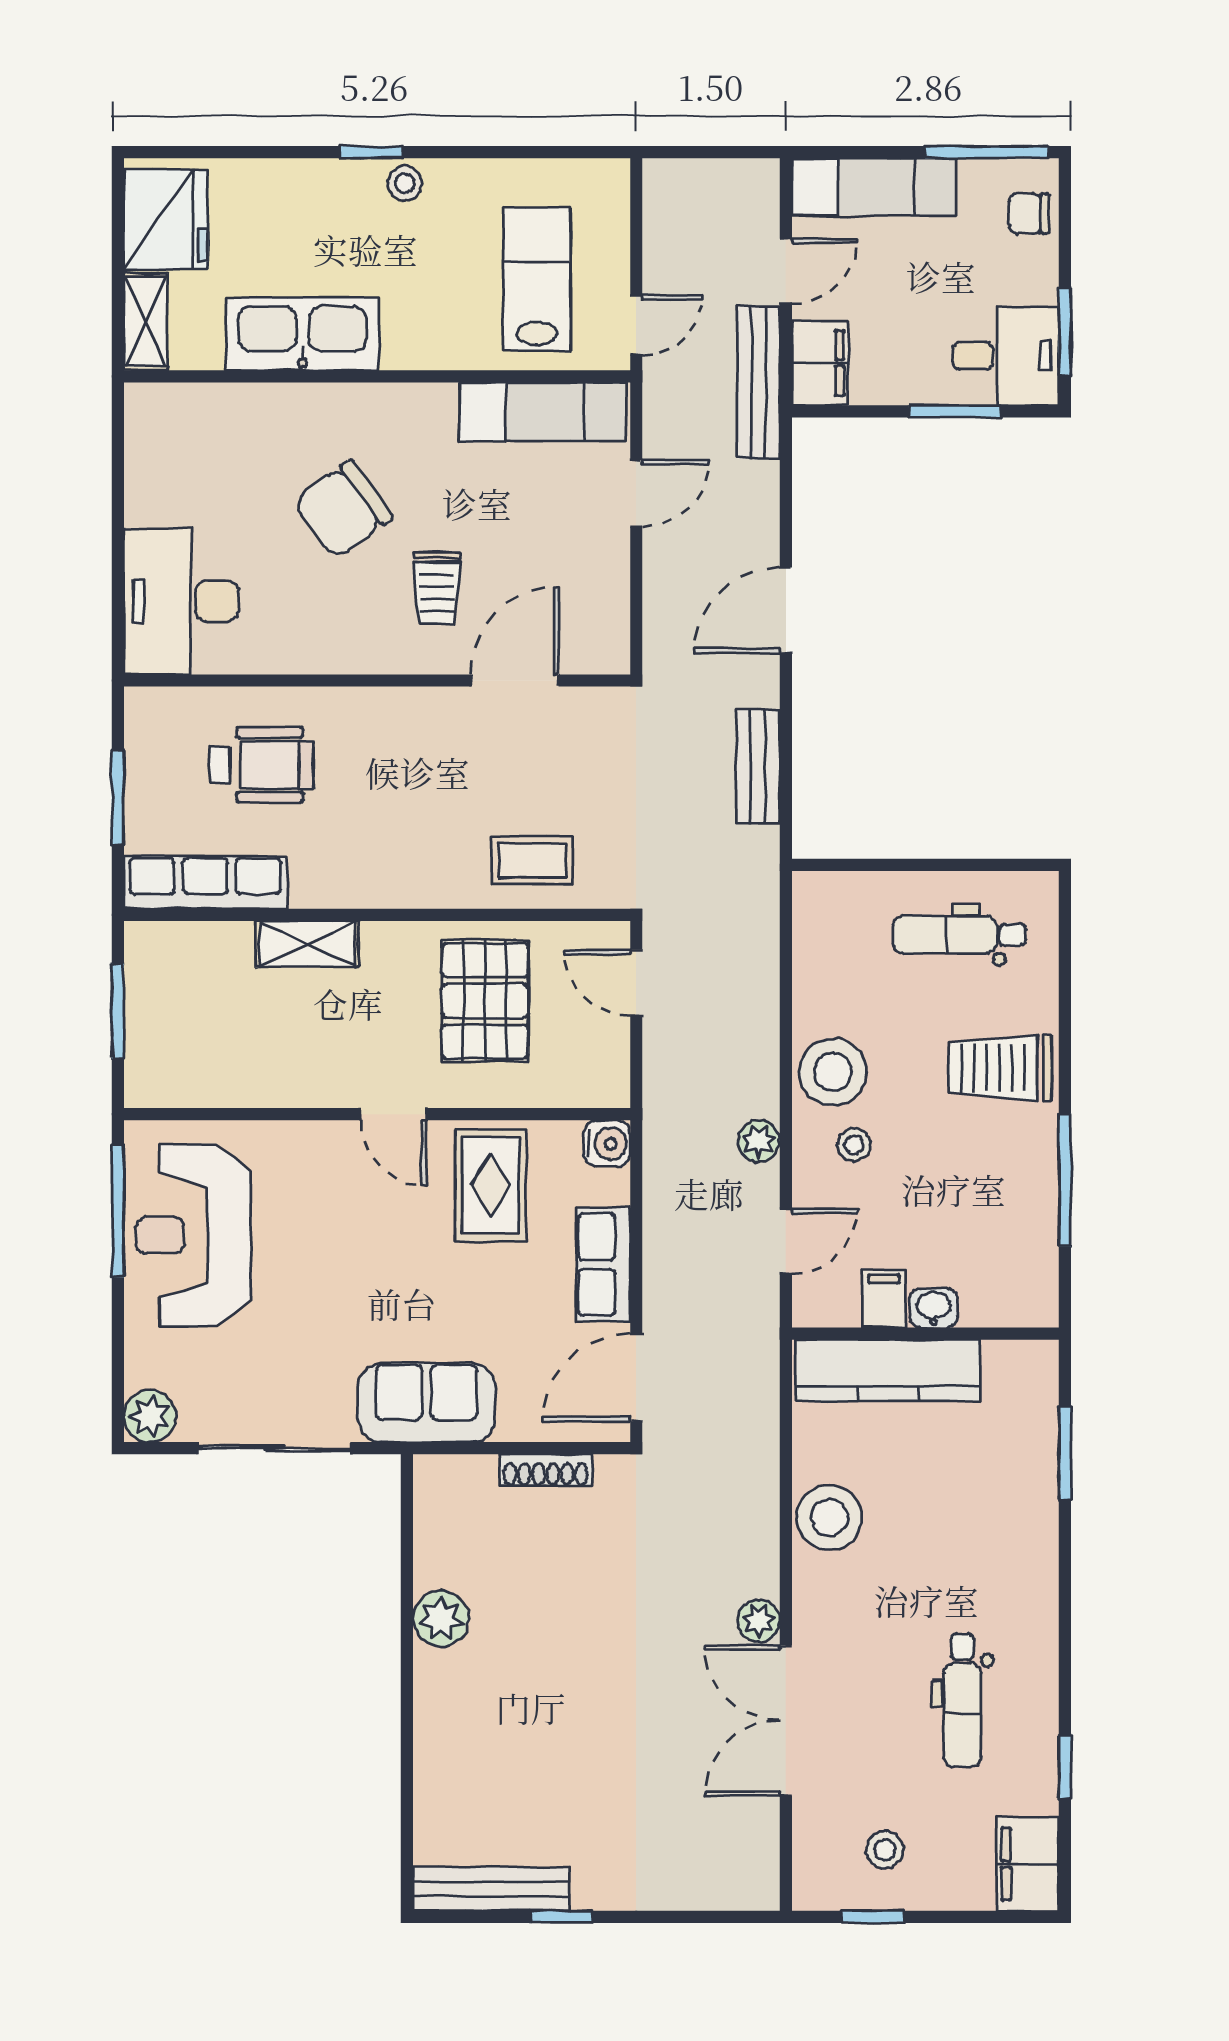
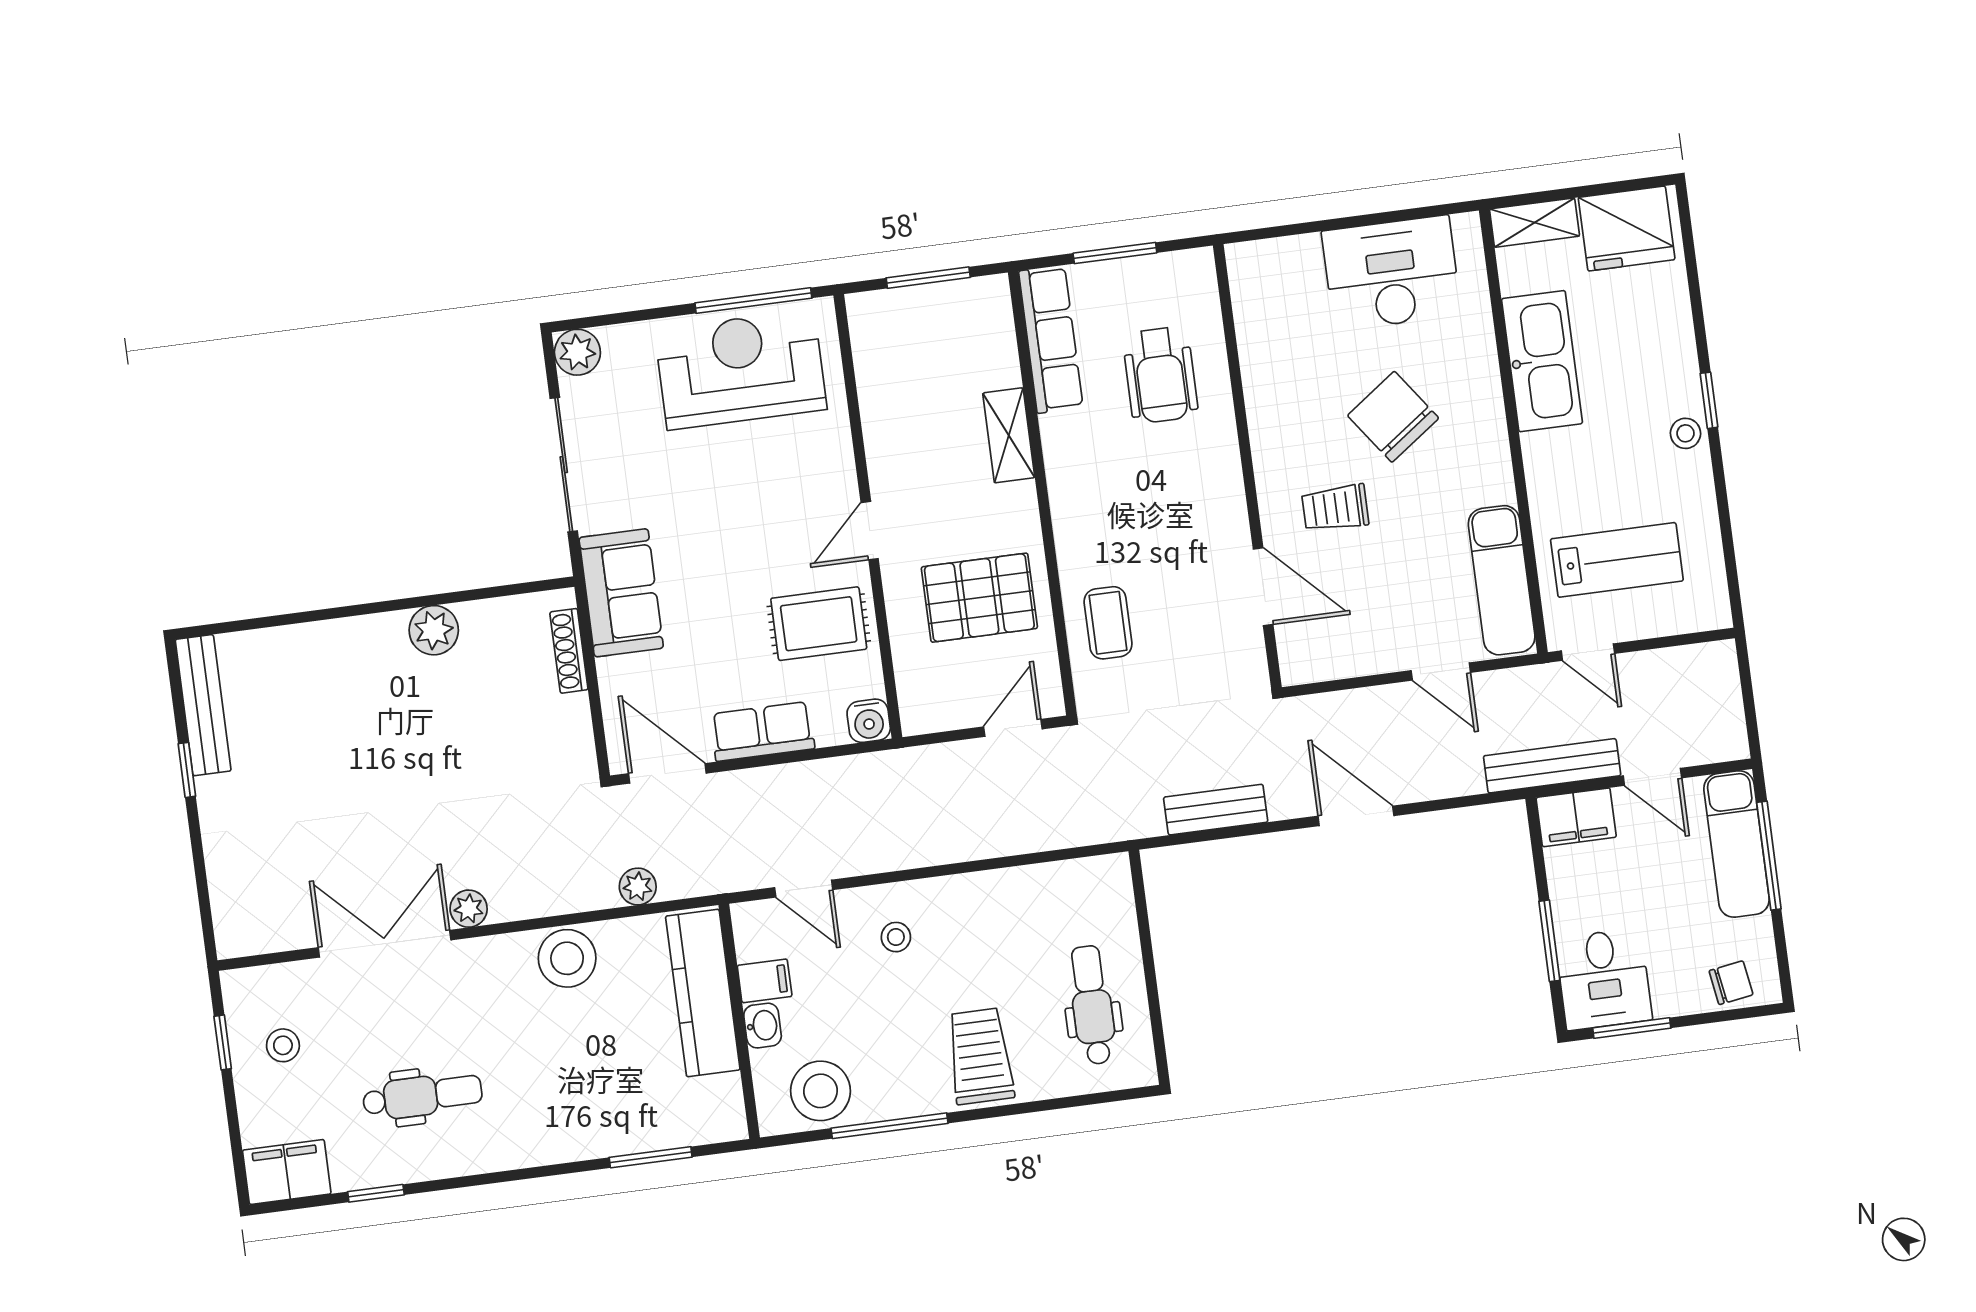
window: (987, 152) -> (1769, 856), moved
chair: (1029, 213) -> (1731, 983), turned 81
desk: (181, 601) -> (1391, 273), moved
stool: (833, 1072) -> (821, 1091), moved
plant: (759, 1141) -> (638, 887), moved
shoe rack: (546, 1470) -> (569, 651), moved
dental chair: (962, 1700) -> (422, 1096), turned 180

